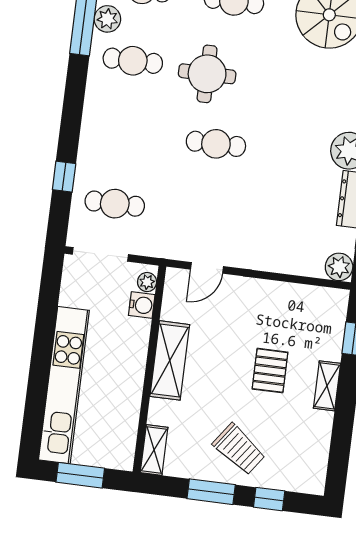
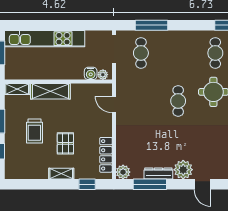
window: (64, 177) -> (151, 25), width x2.17
locker: (302, 295) -> (106, 155), added
shelving: (170, 360) -> (50, 91), moved
pallet: (270, 371) -> (65, 143), turned 90
trolley: (239, 449) -> (34, 131), moved, turned -36

